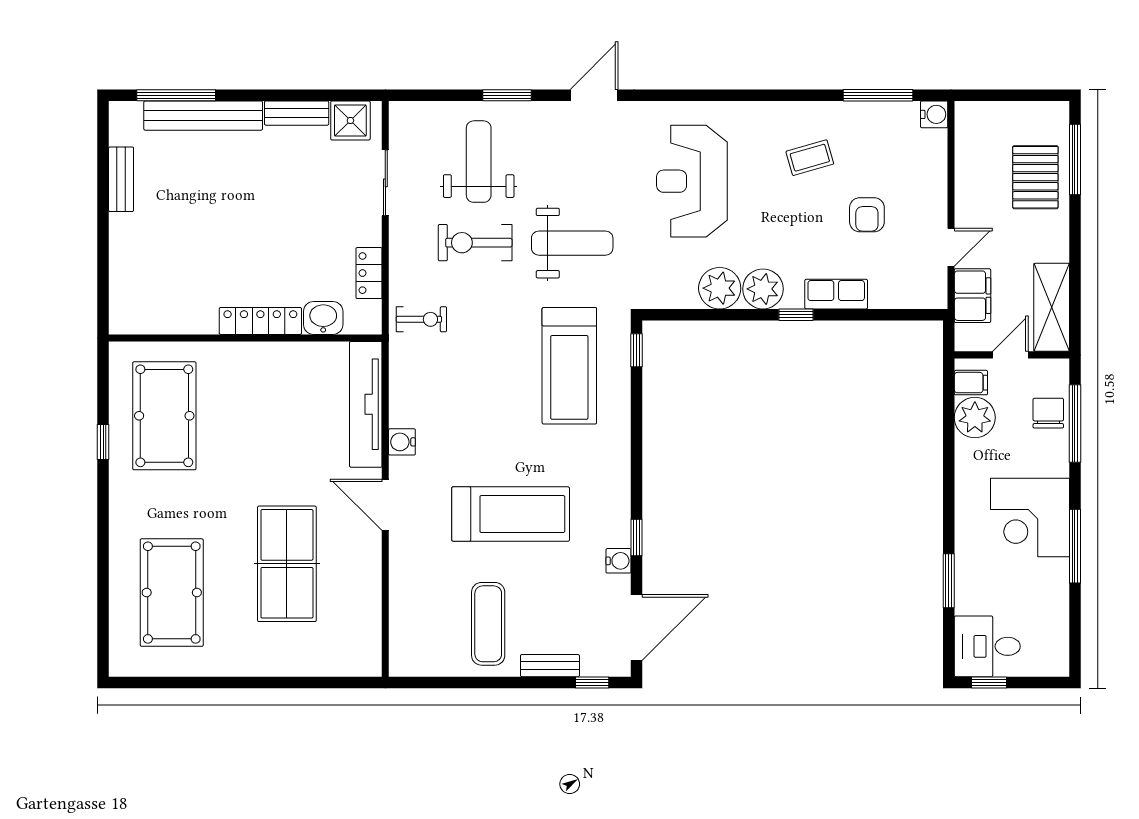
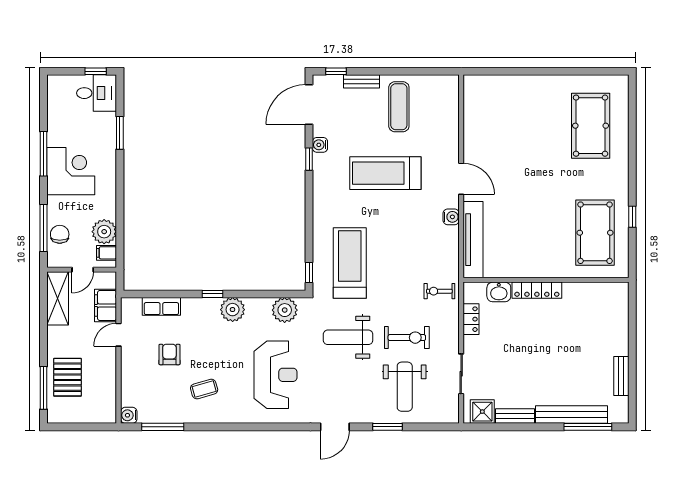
plant: (720, 288) -> (285, 310), moved
row of seats: (836, 294) -> (161, 306), moved
chair: (1048, 413) -> (60, 234), turned 180
table tennis table: (287, 564) -> (521, 143), removed

